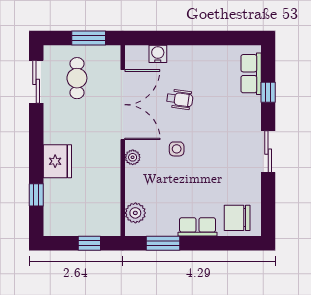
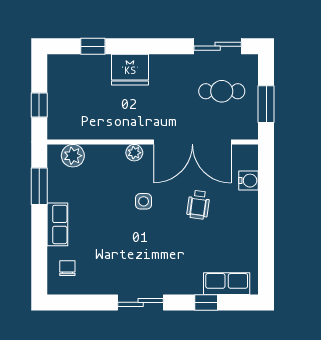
chair: (237, 218) -> (67, 268), width x0.54, depth x0.54

